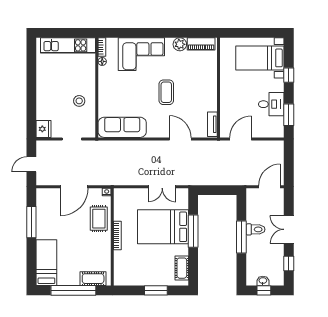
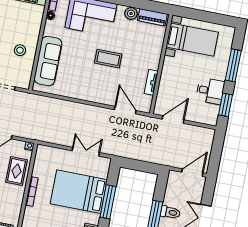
bed with nightstands: (260, 58) -> (192, 40), moved, turned 180
window: (289, 75) -> (233, 65), width x2.17
coffee table: (166, 92) -> (108, 59), turned 90
tv unit: (212, 124) -> (151, 82), moved
sofa: (122, 127) -> (48, 61), moved, turned 90
door: (180, 139) -> (125, 110), moved
double door: (162, 187) -> (86, 152), swing flipped

